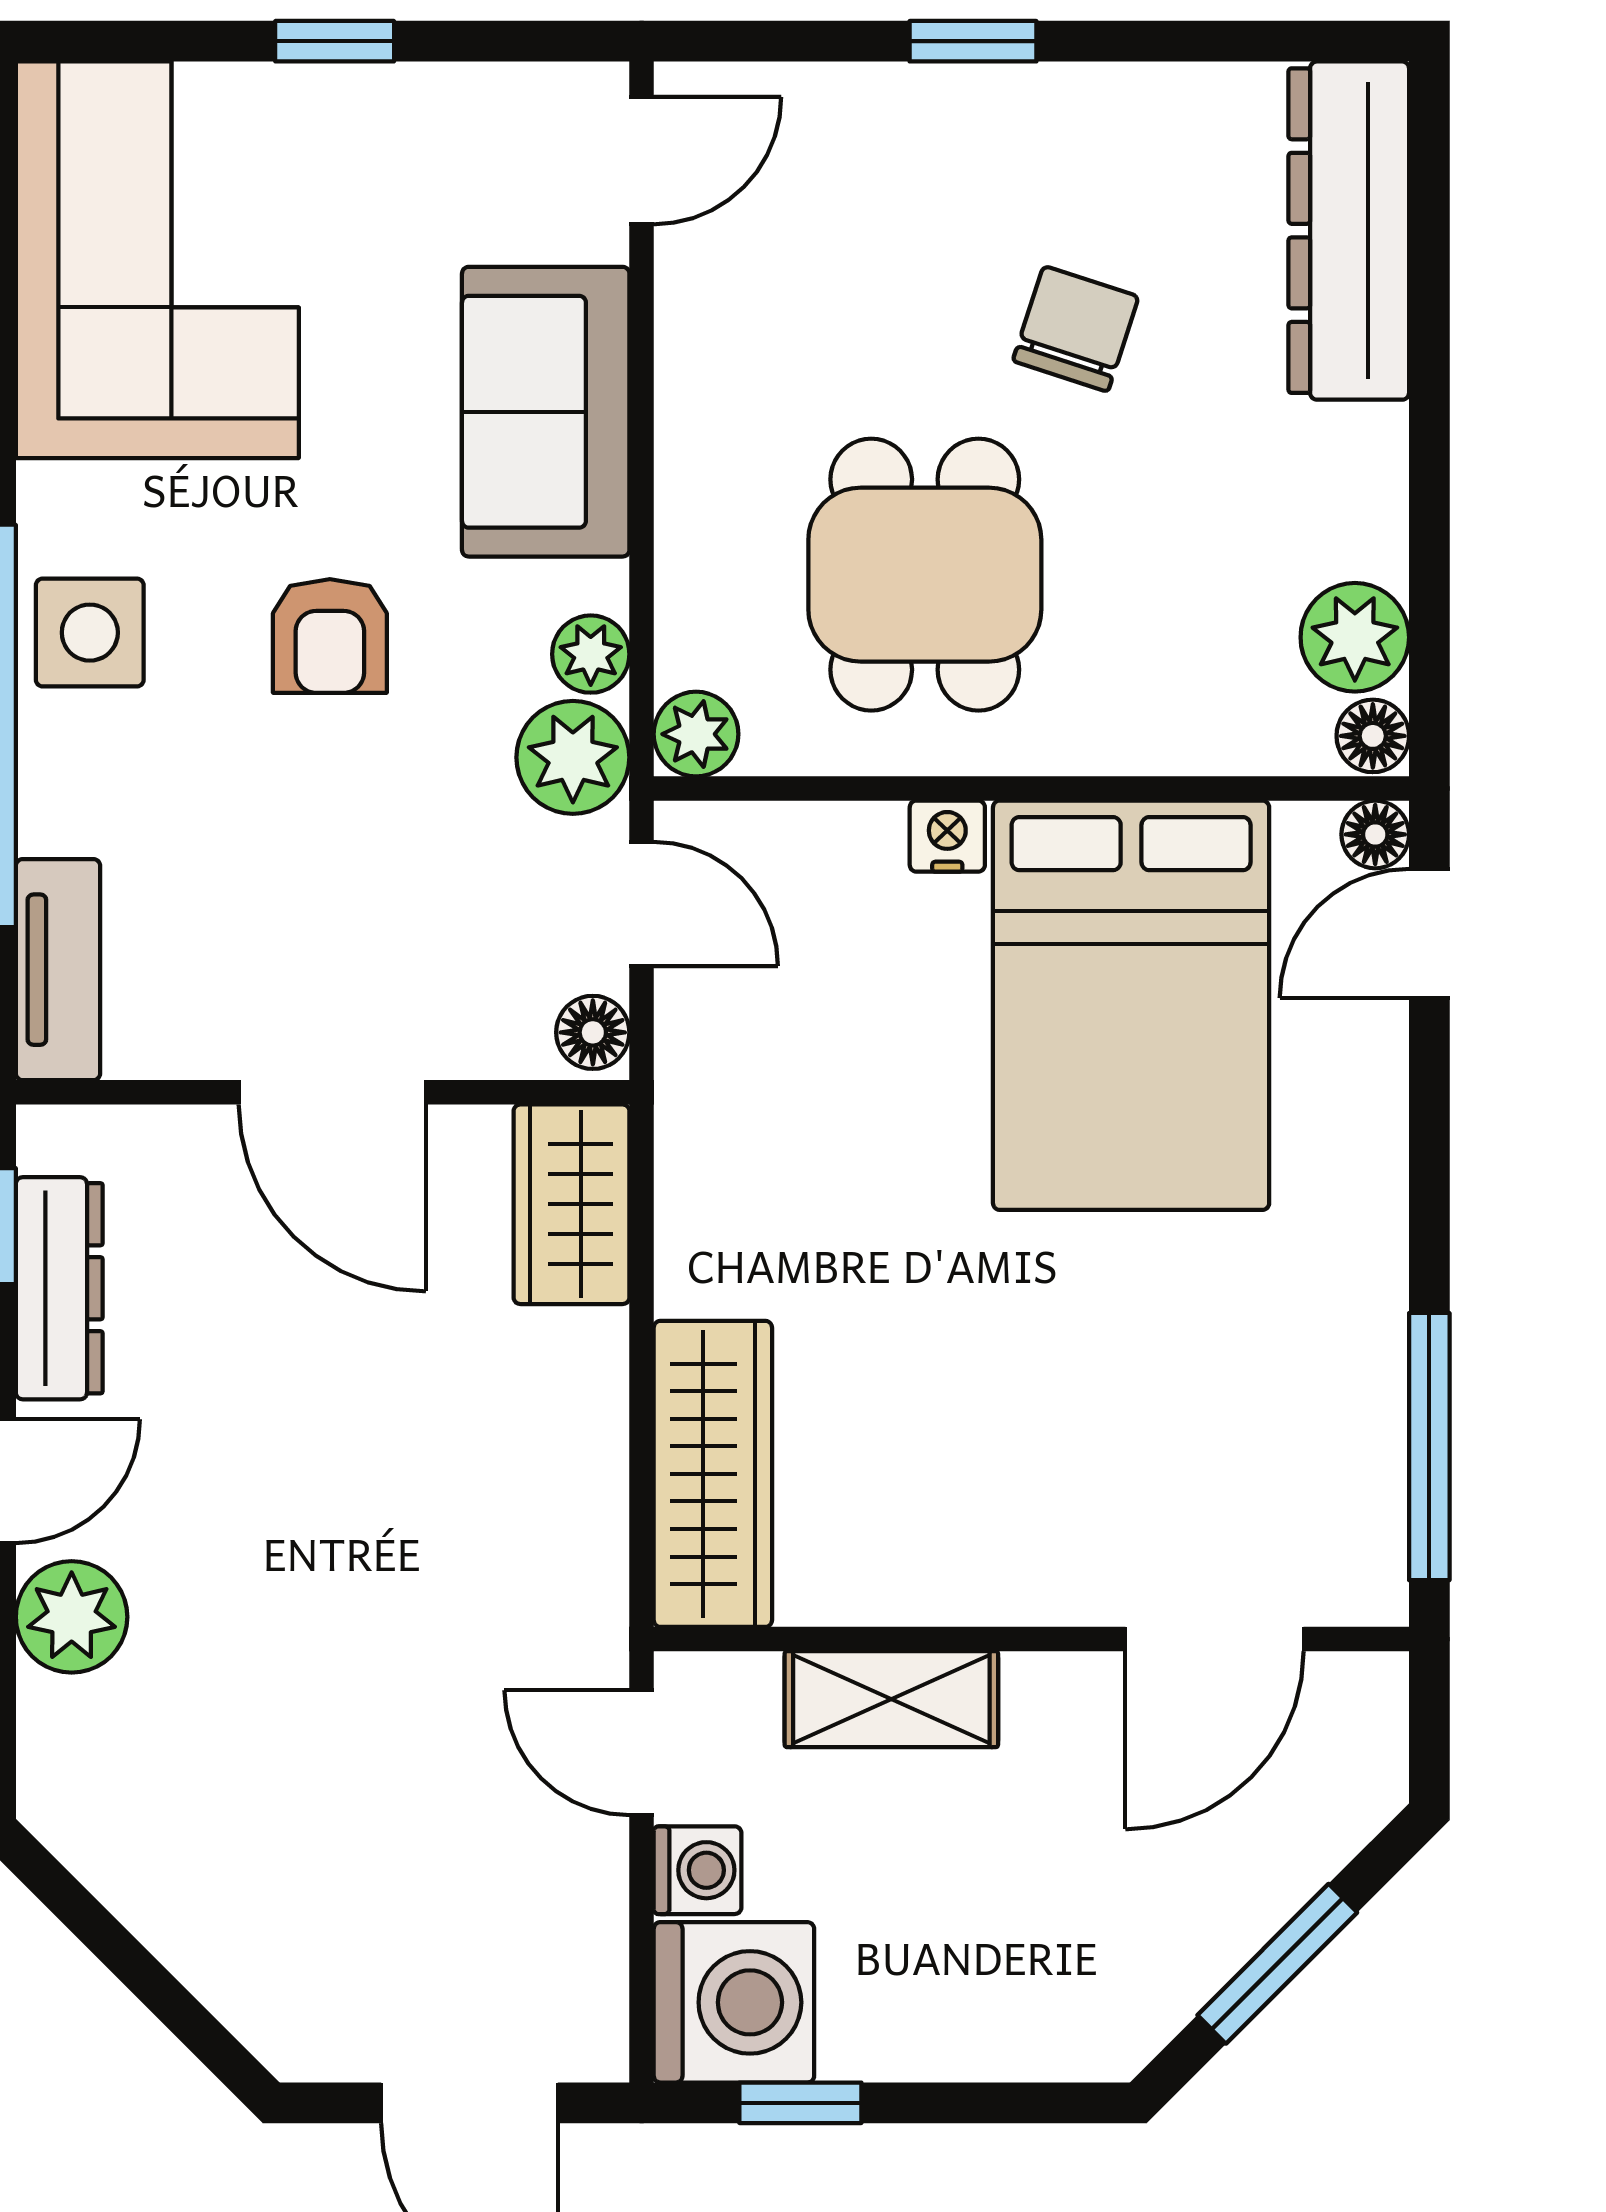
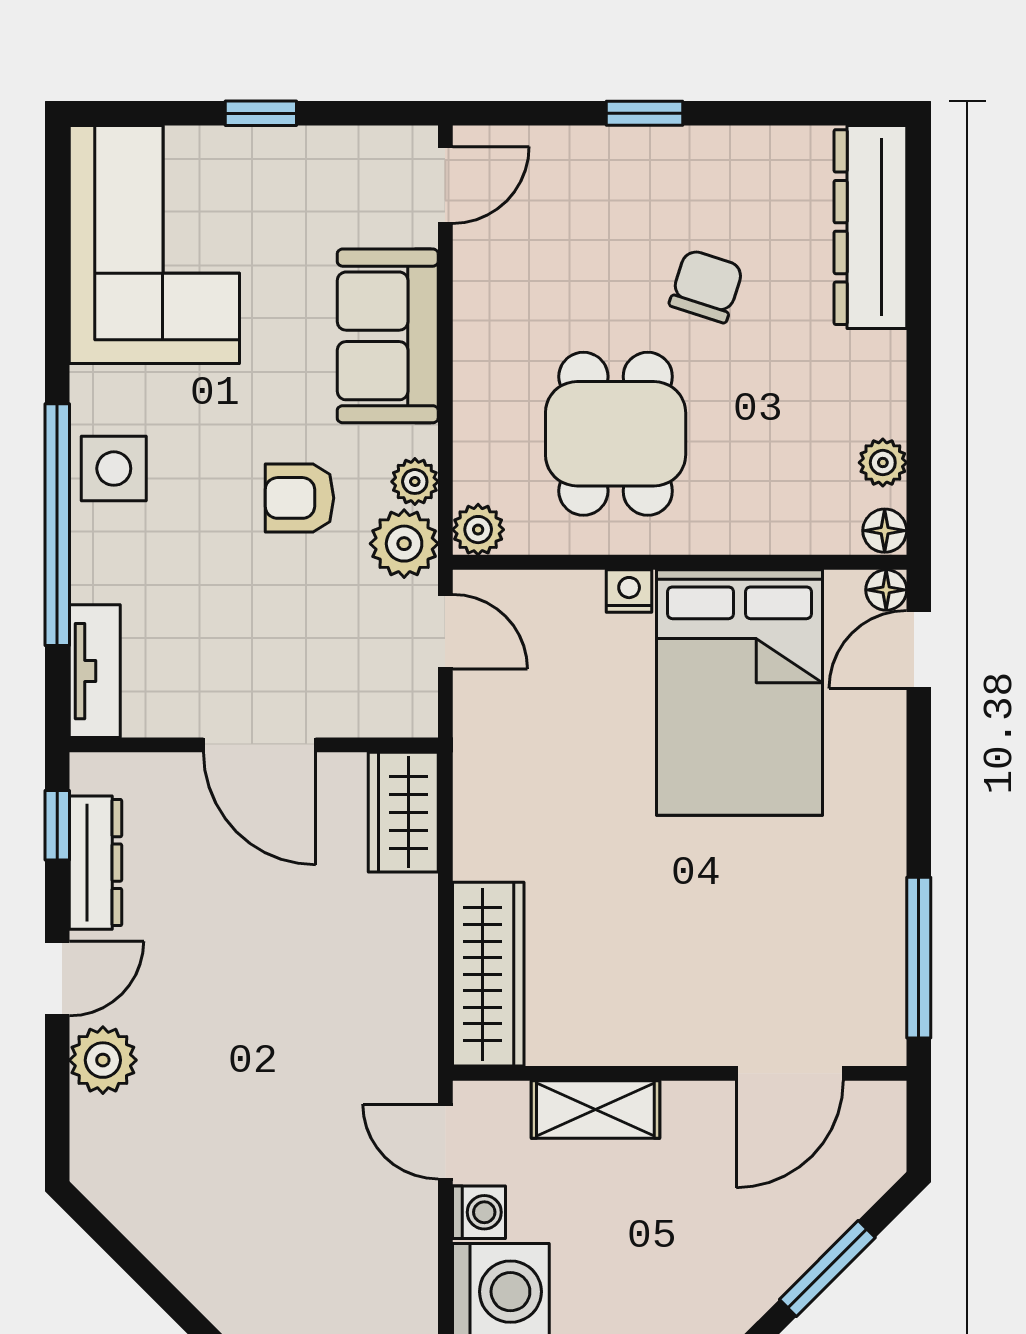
armchair: (330, 636) -> (300, 498), moved, turned 90
plant: (1355, 637) -> (883, 463), width x0.73, depth x0.73
floor lamp: (593, 1032) -> (416, 709), removed

